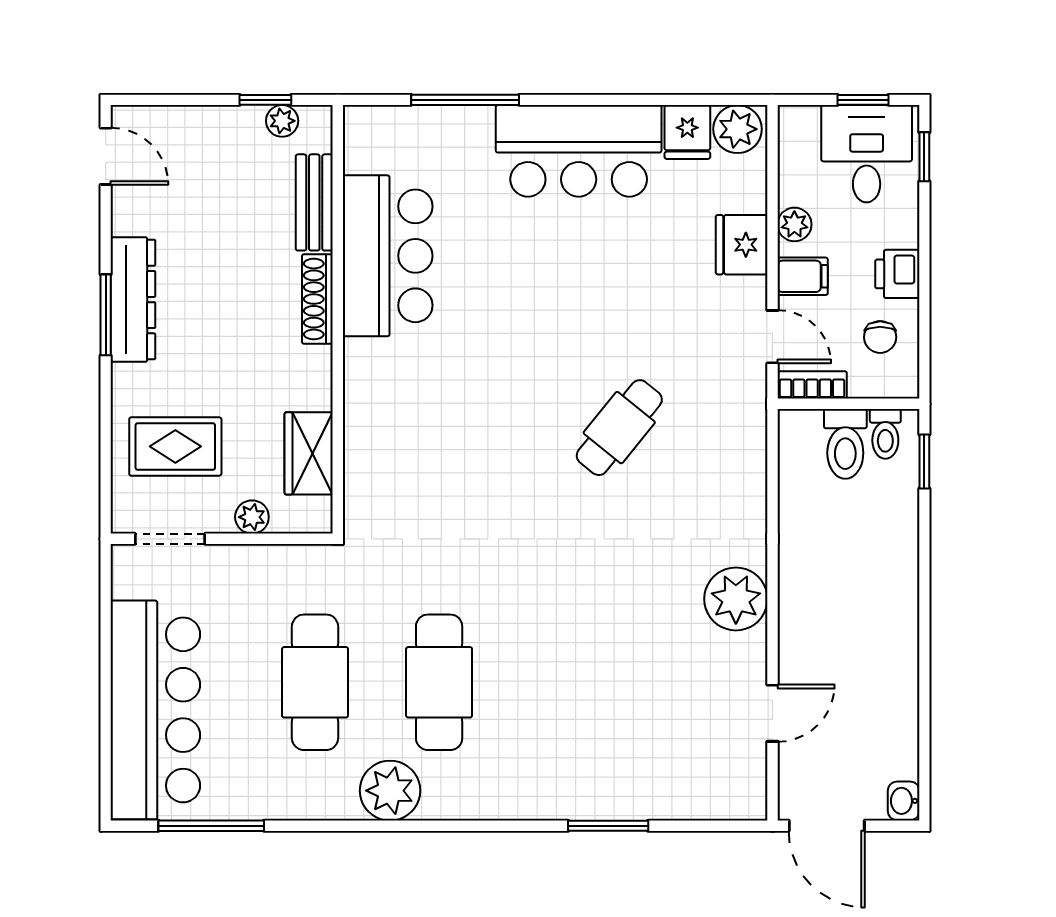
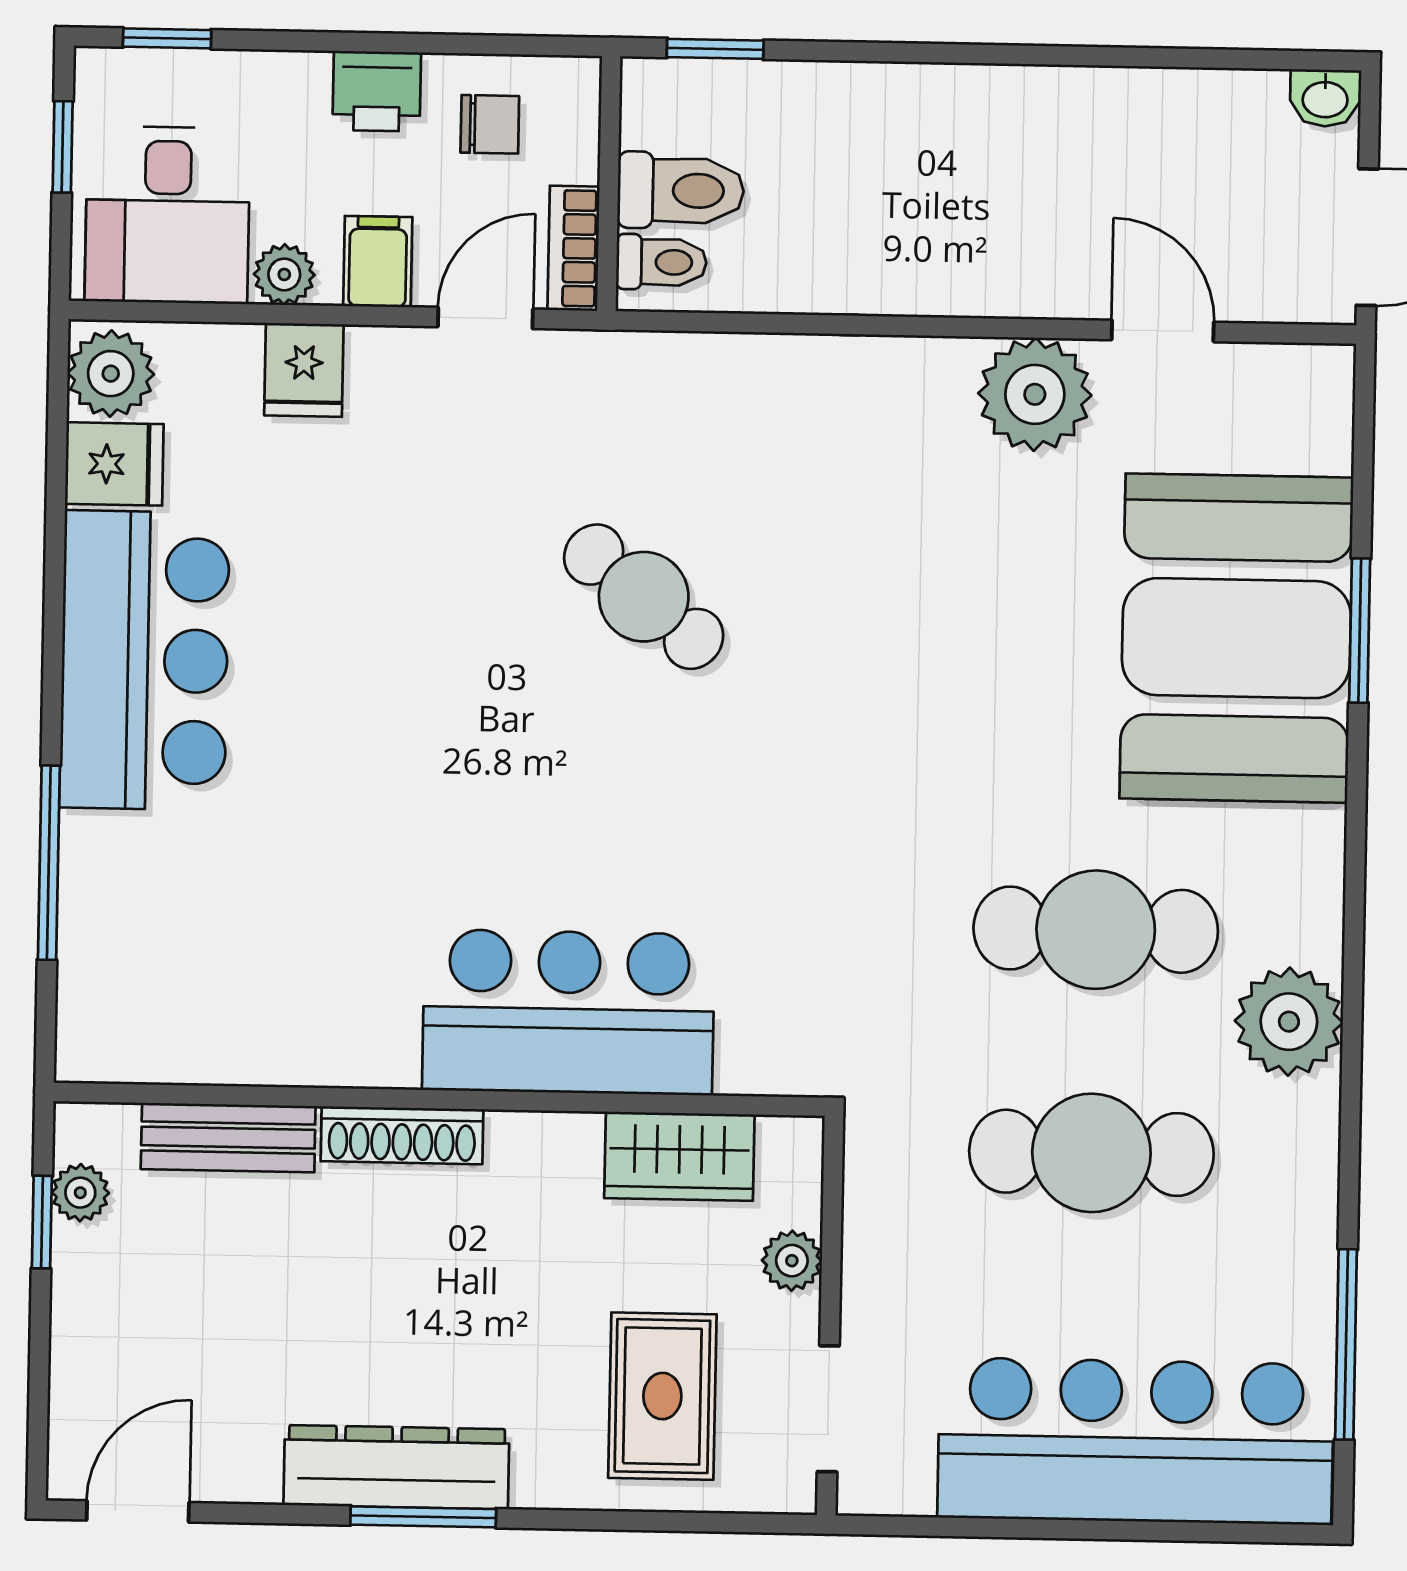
desk: (867, 154) -> (167, 215), moved, turned -90
fridge: (742, 245) -> (304, 370), width x0.72
bar counter: (388, 256) -> (568, 1012), moved
toilet: (885, 434) -> (661, 262), moved
plant: (736, 599) -> (1035, 394), moved
booth: (603, 757) -> (1236, 638), added

